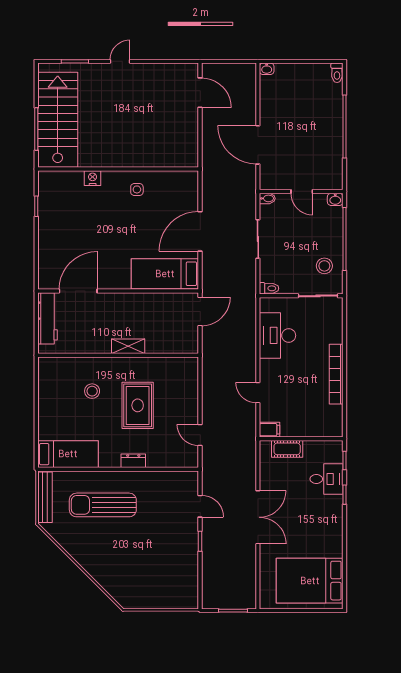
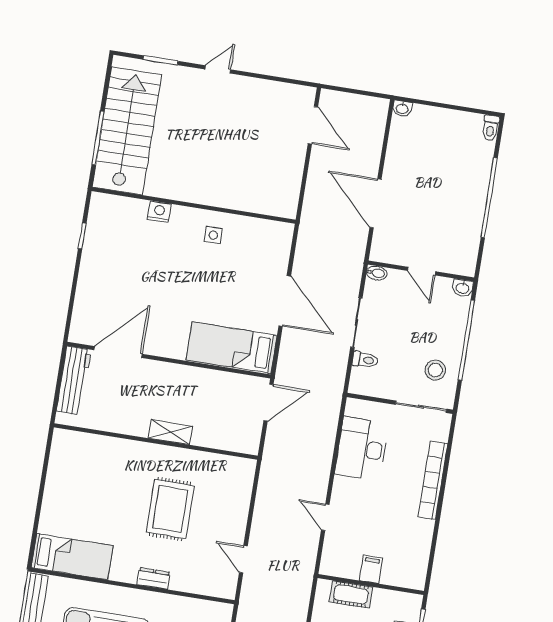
door: (200, 231) -> (285, 301), swing flipped
toilet: (269, 288) -> (365, 360), moved
bookcase: (336, 374) -> (433, 480), moved
stool: (92, 391) -> (115, 482), removed
filing cabinet: (270, 430) -> (371, 569), moved, turned -90

